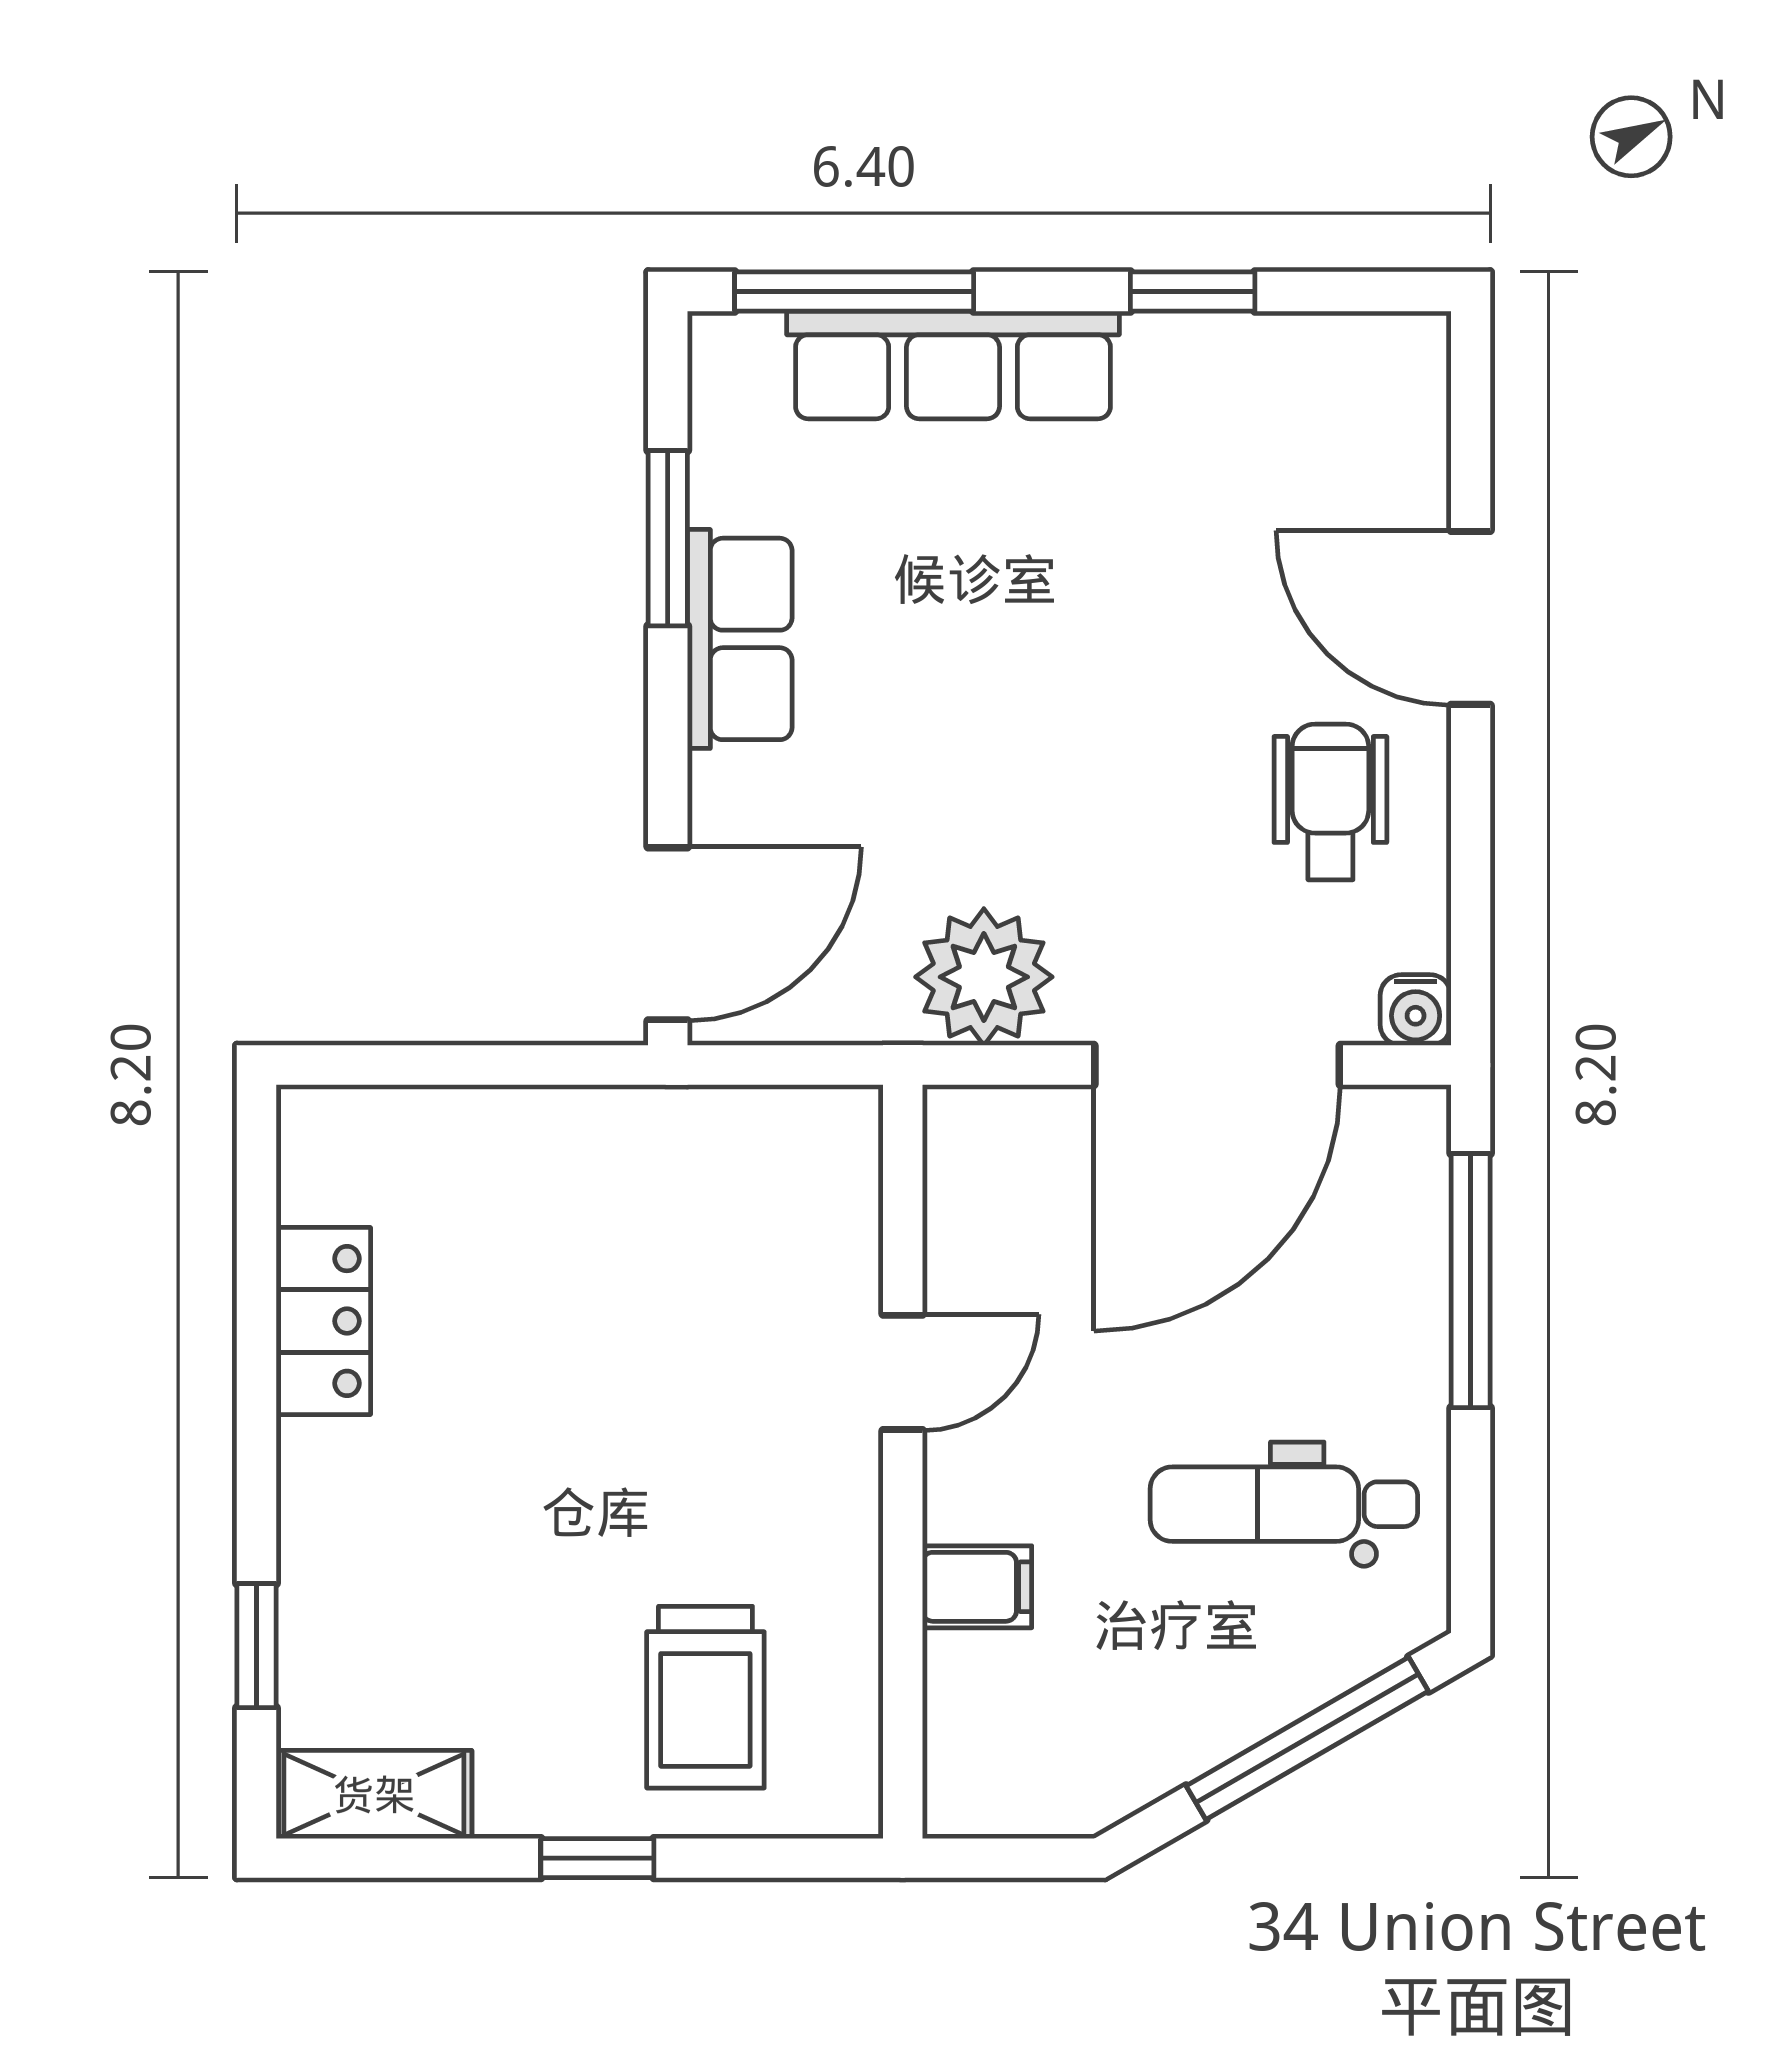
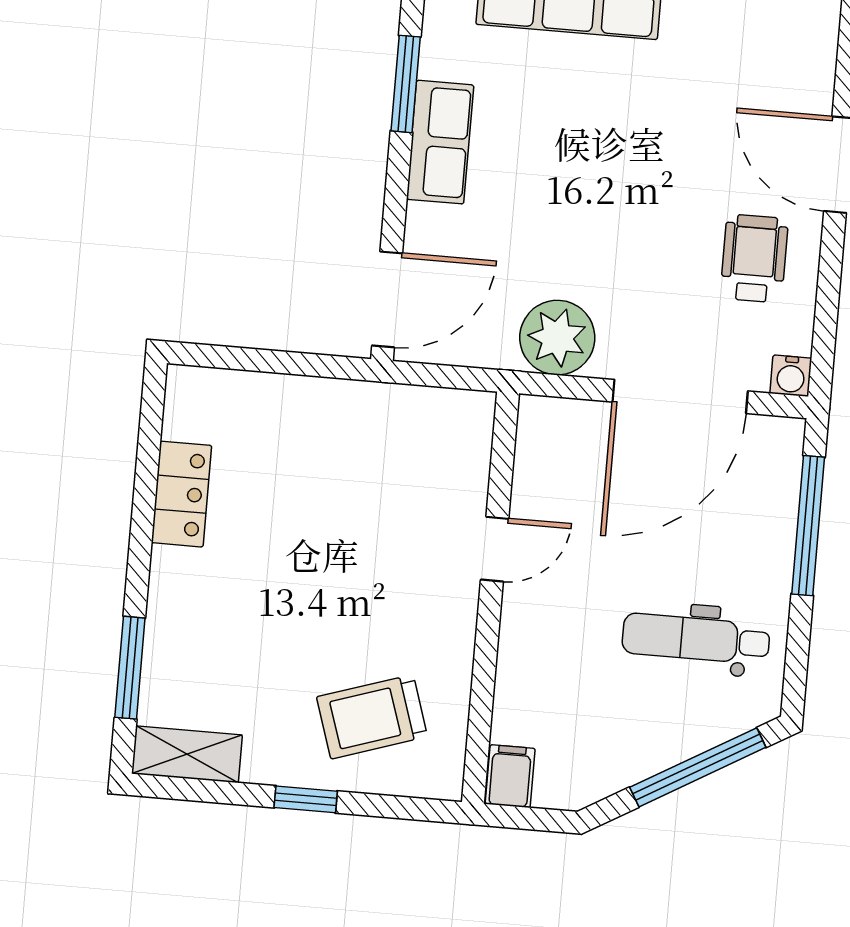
filing cabinet: (977, 1587) -> (510, 776), moved, turned -90
window: (256, 1646) -> (130, 668), width x1.50
trolley: (705, 1697) -> (372, 717), turned 72

